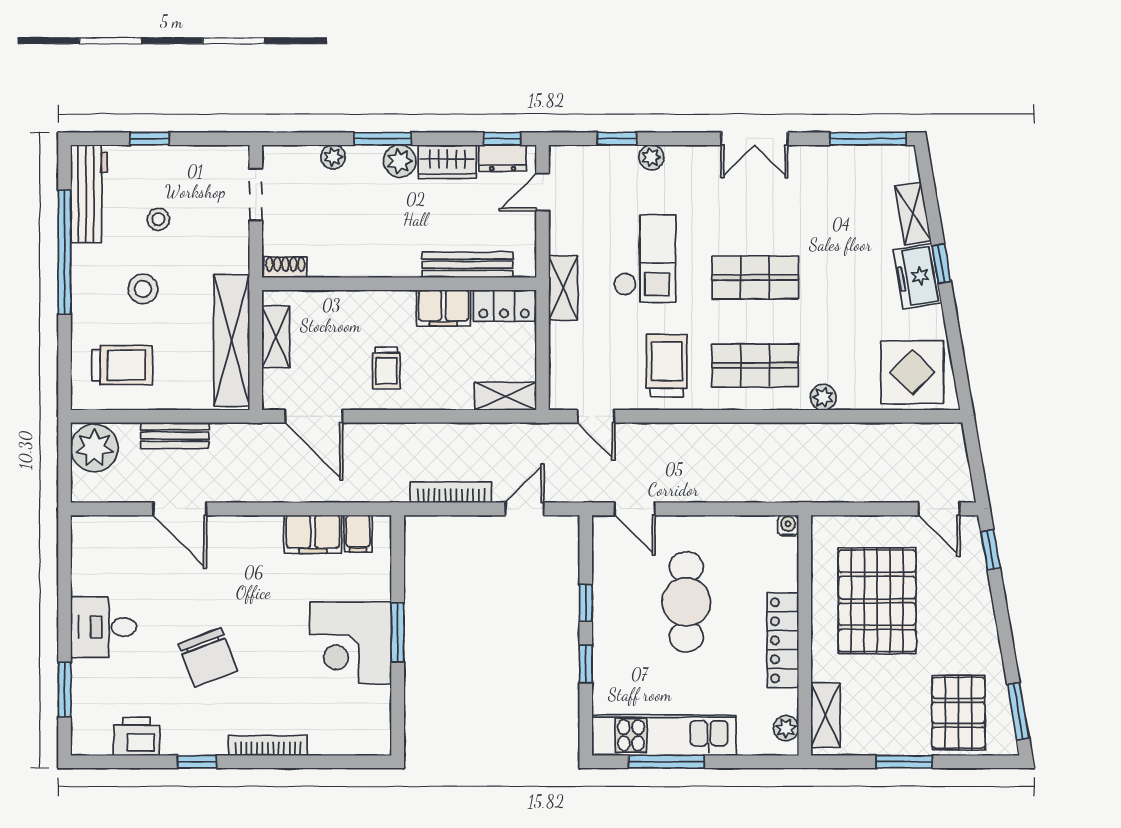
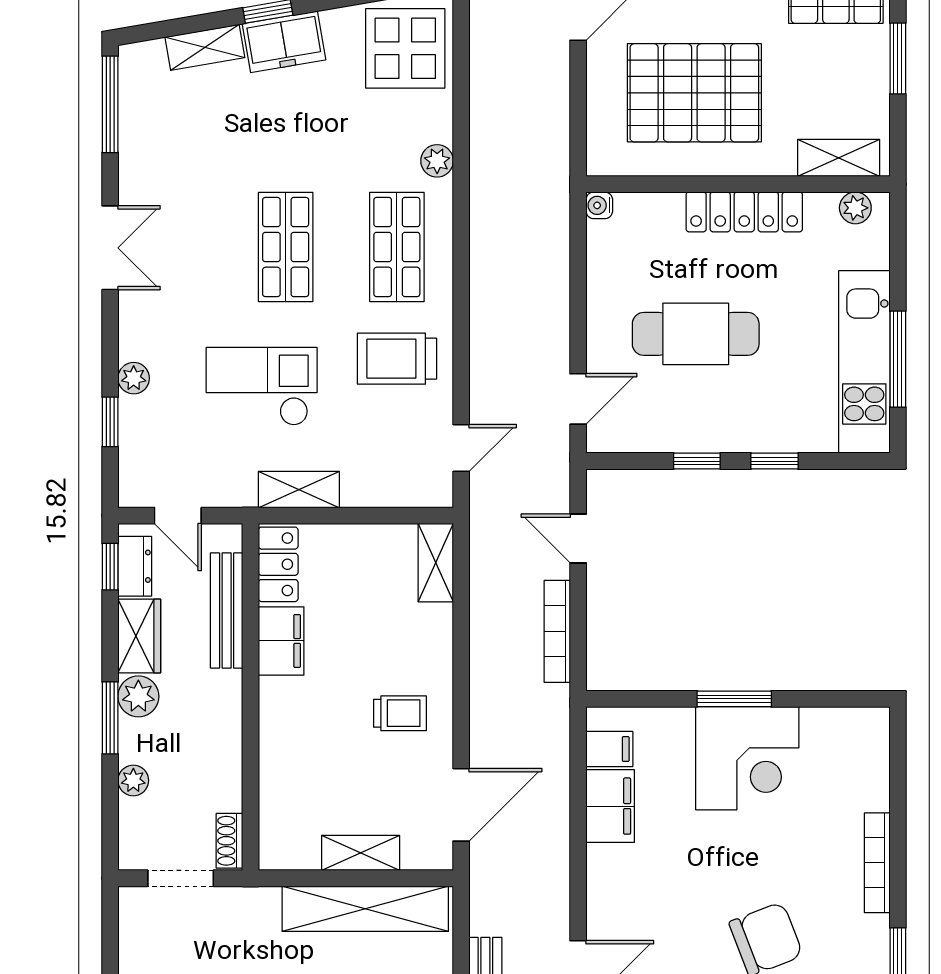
bench: (468, 265) -> (227, 611), moved
shoe rack: (285, 267) -> (229, 841), moved
wall: (399, 284) -> (251, 697), moved
locker: (504, 306) -> (278, 564), moved
filing cabinet: (443, 308) -> (281, 641), moved

